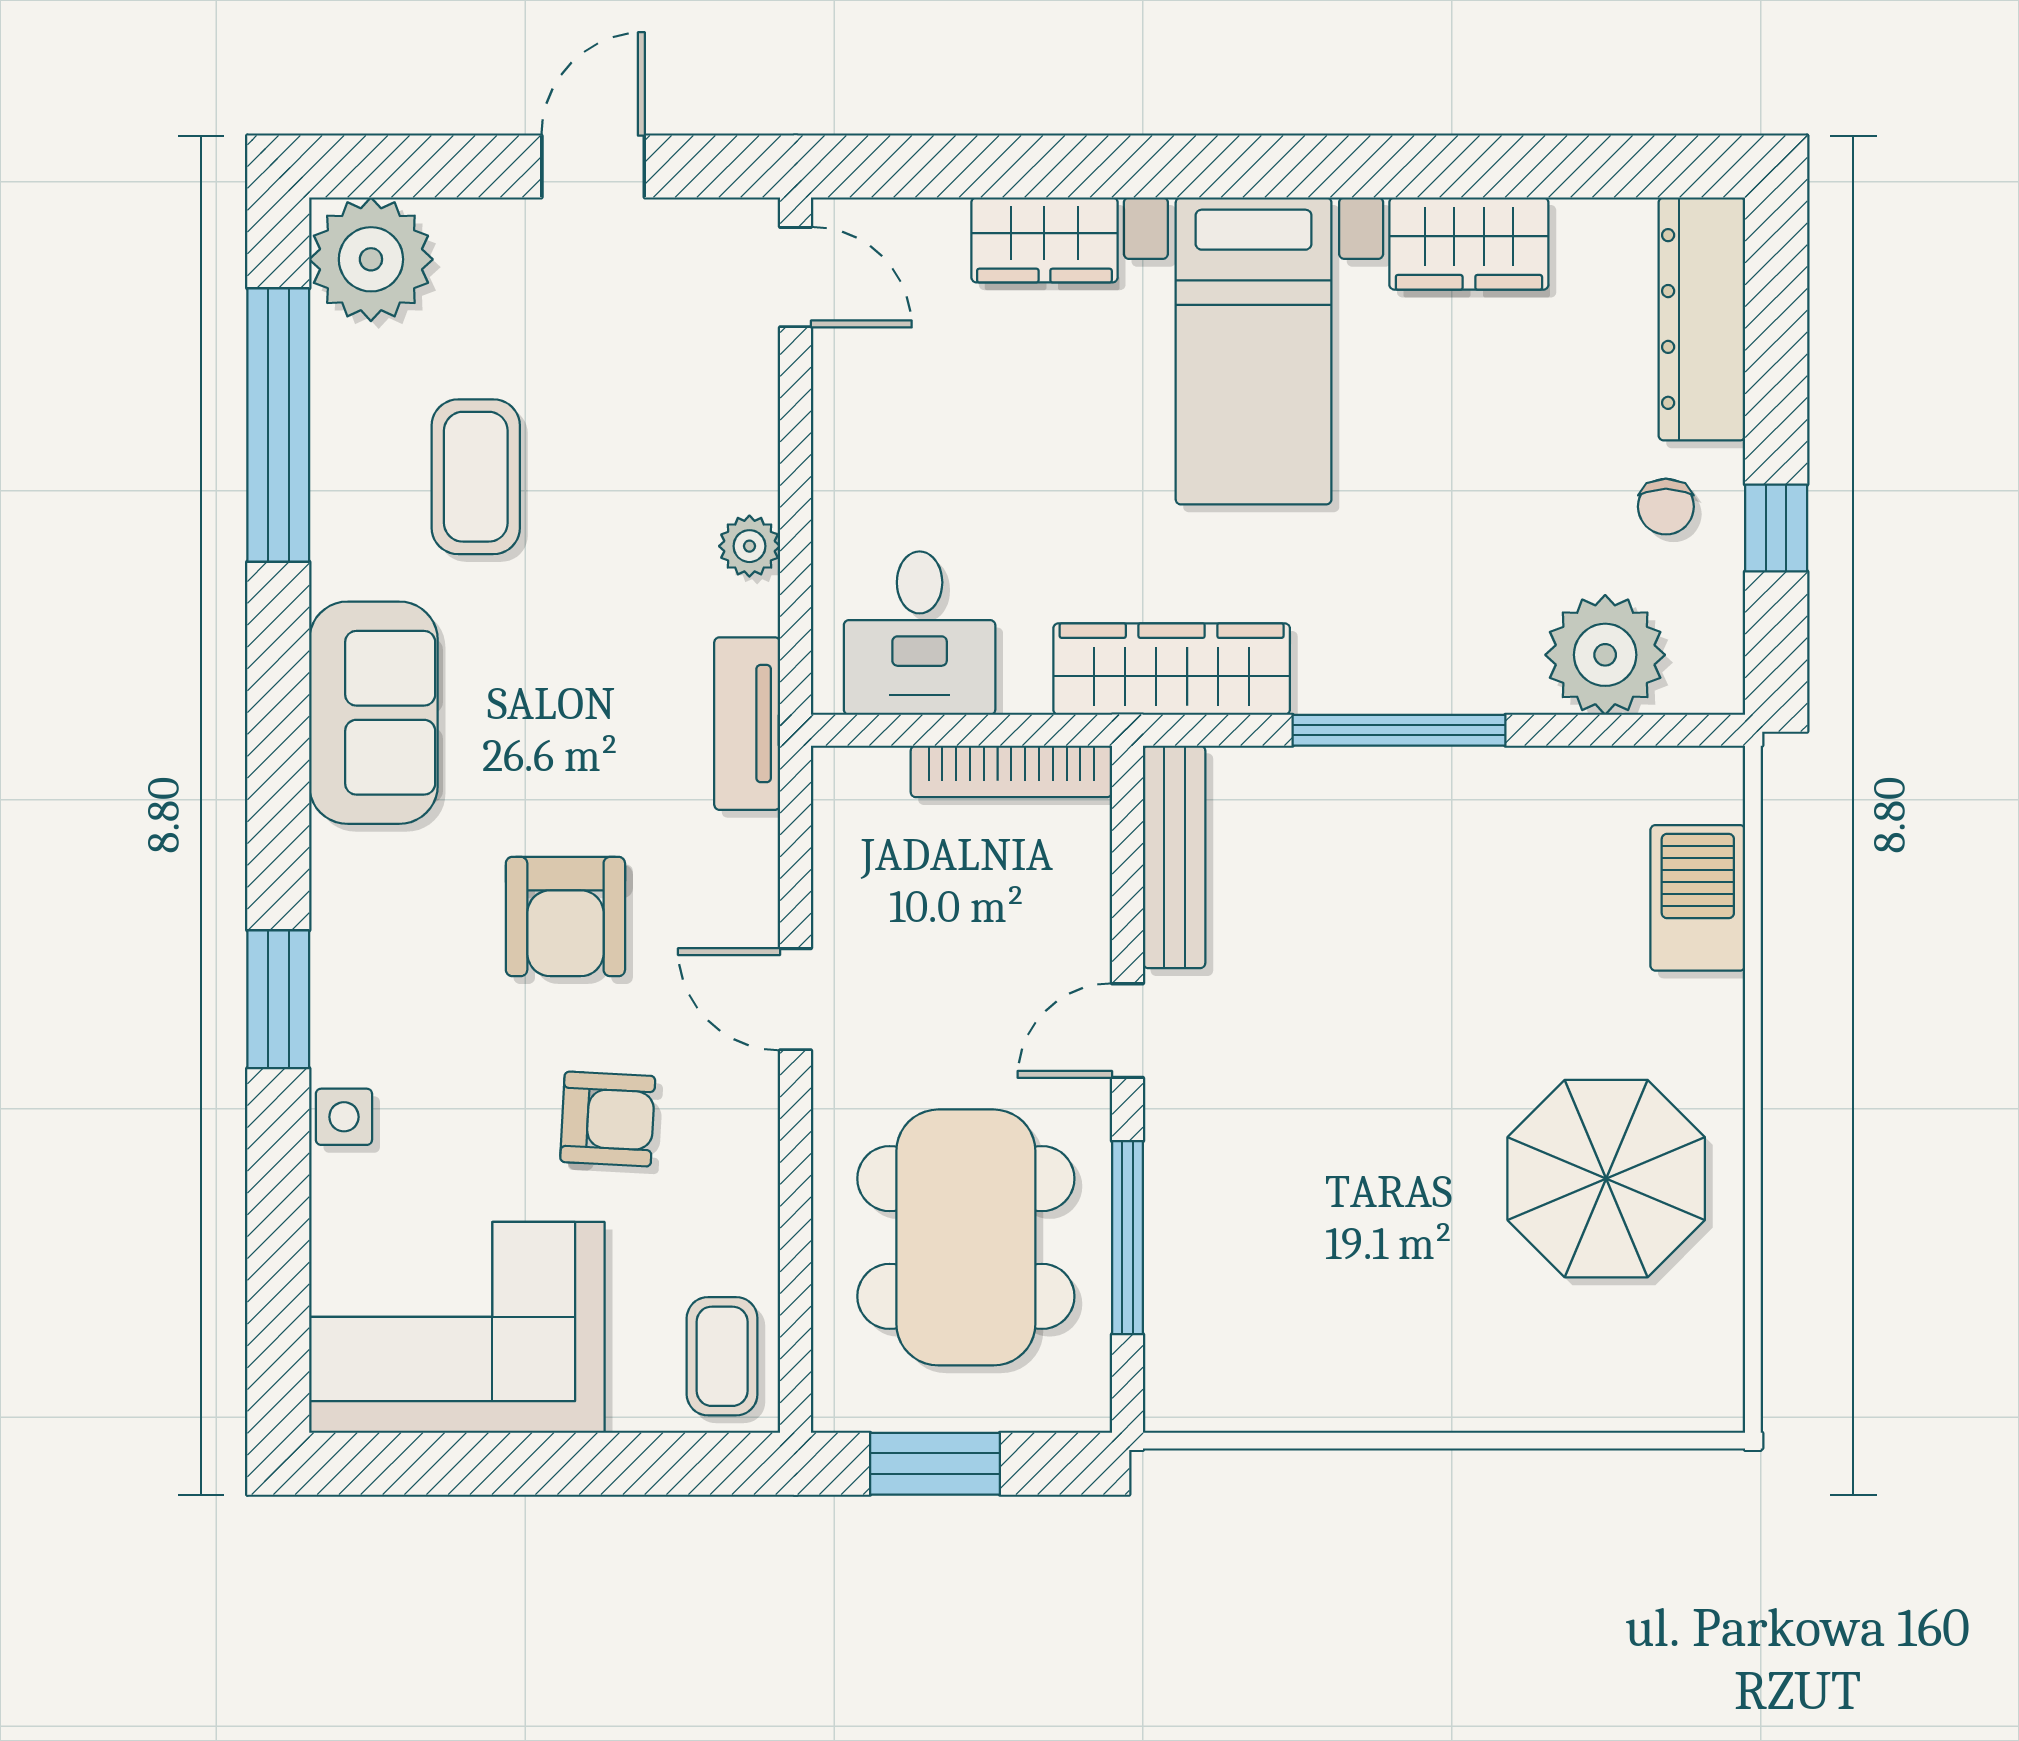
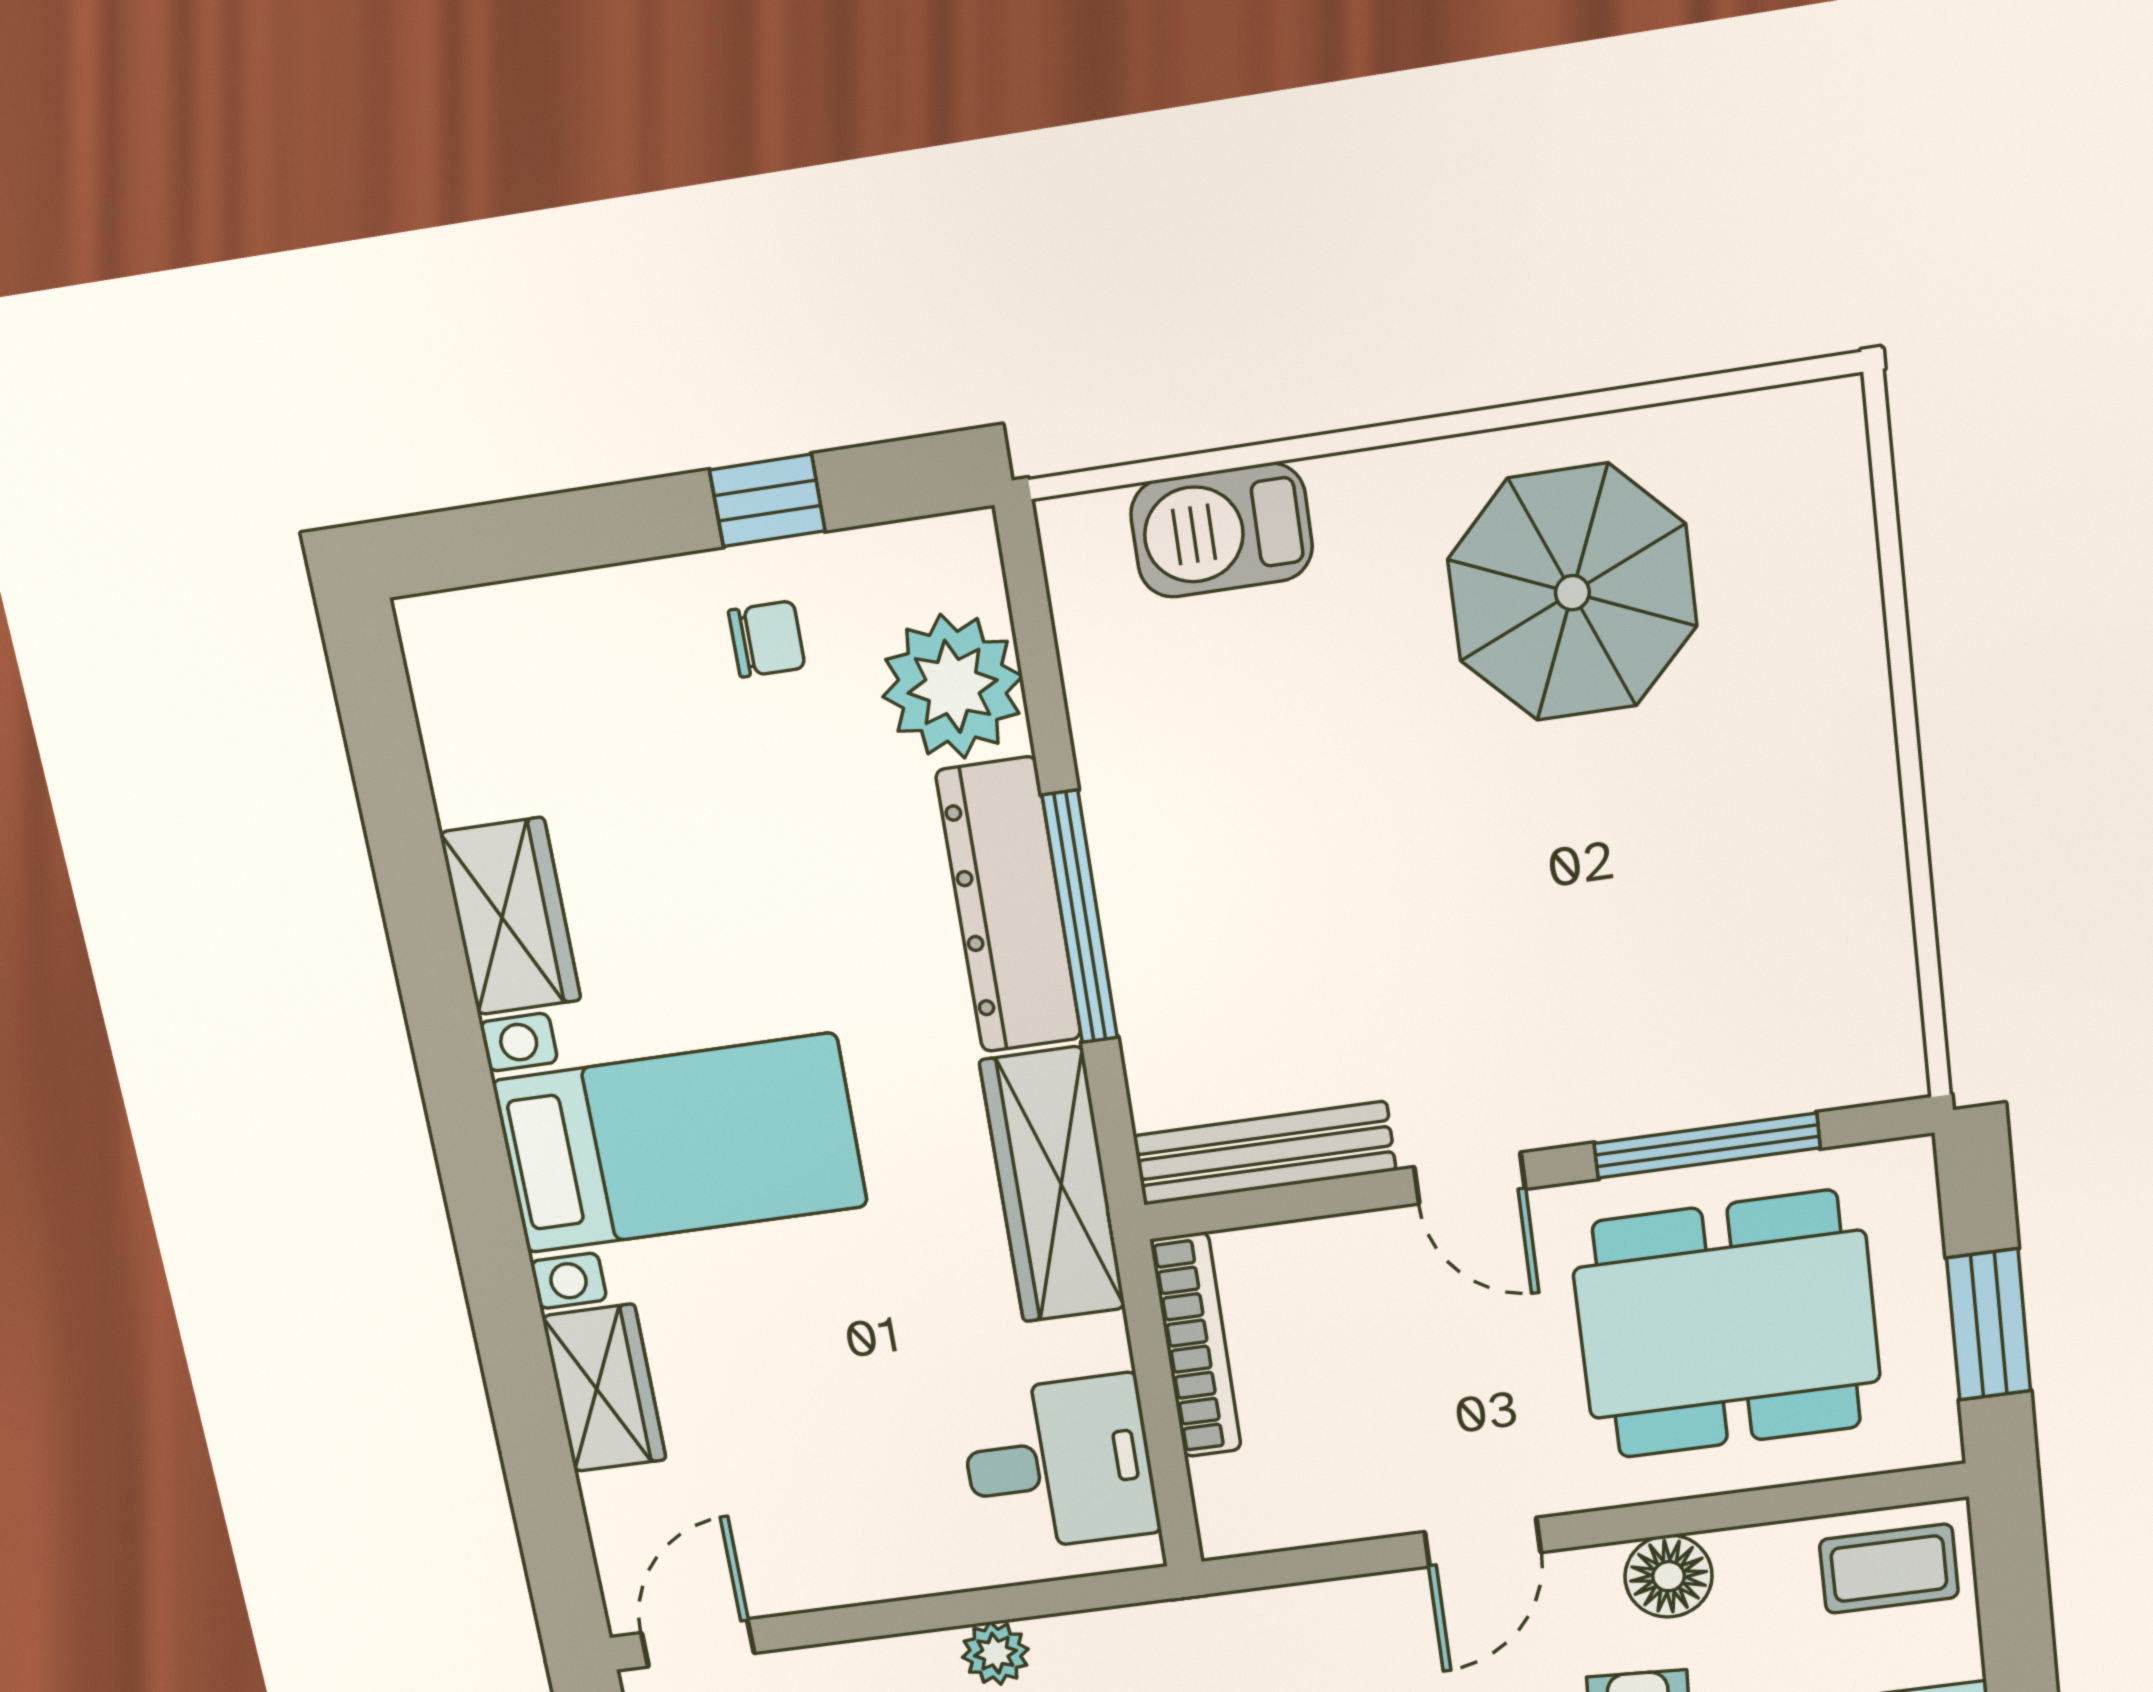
dresser: (1702, 319) -> (1009, 906), moved, turned 90
tv unit: (747, 724) -> (1188, 1631), removed
floor lamp: (741, 1160) -> (1669, 1576), added

